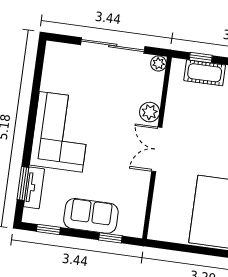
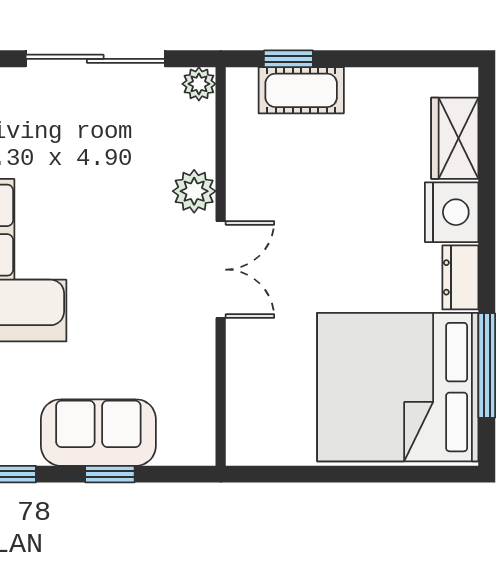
double door: (157, 149) -> (221, 270), swing flipped
window: (110, 238) -> (110, 474), moved

